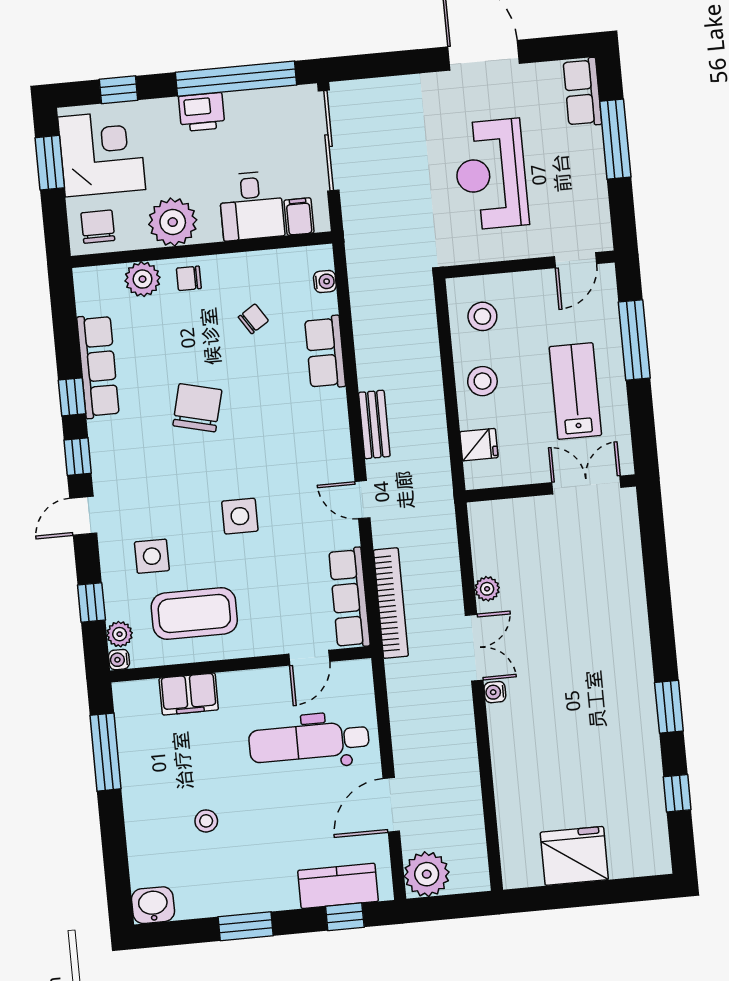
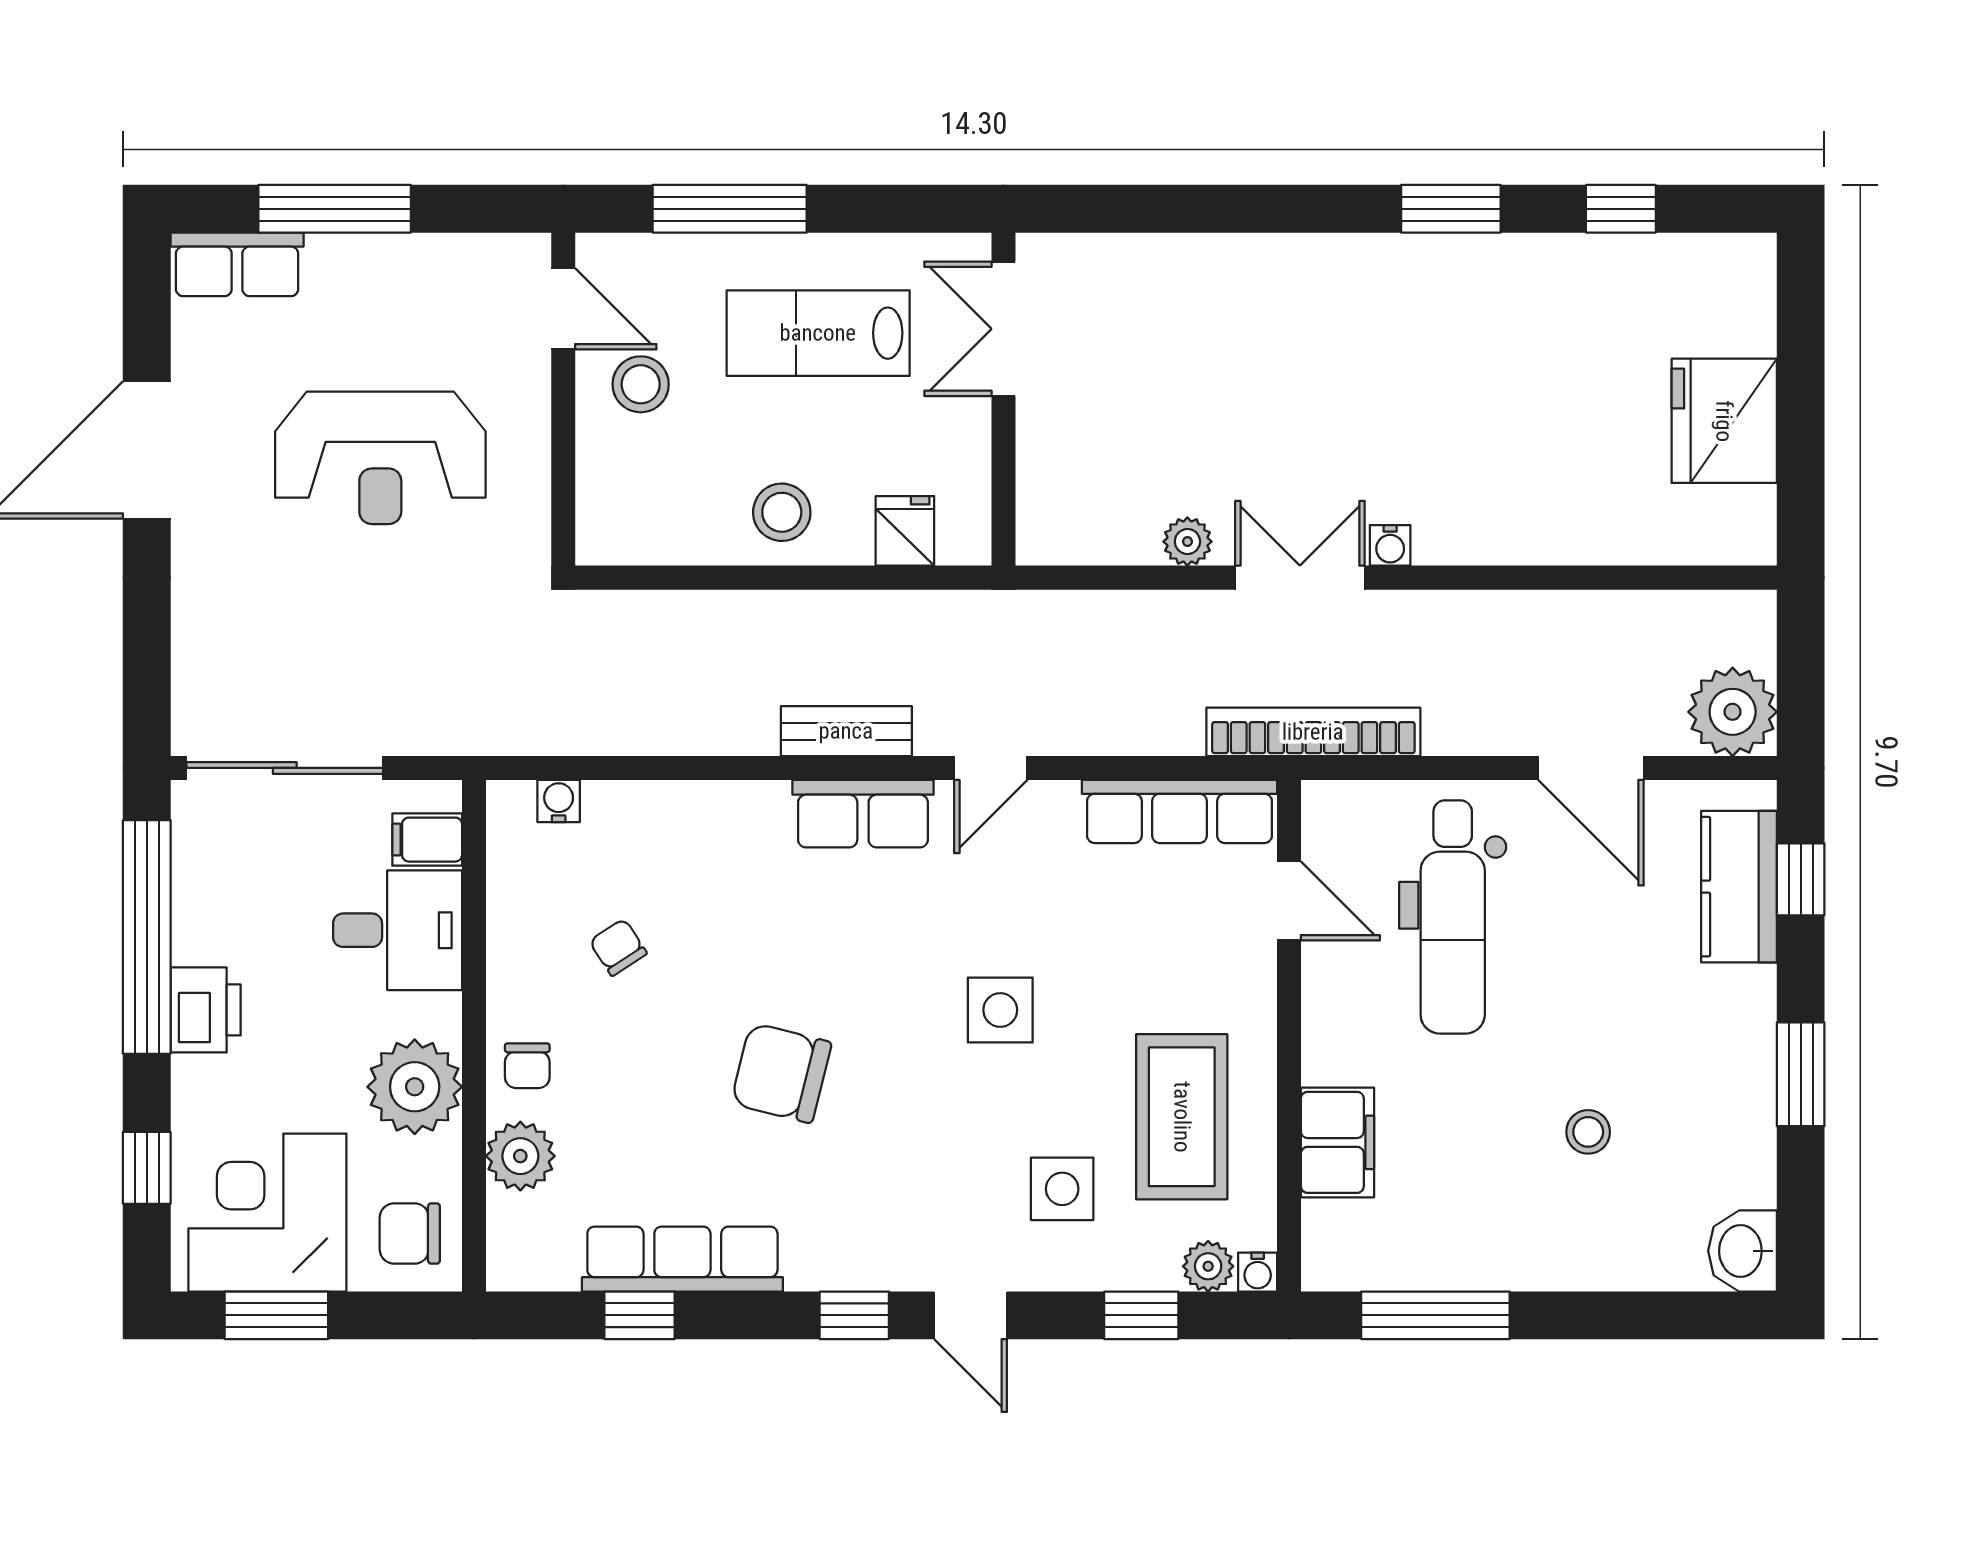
stool: (482, 316) -> (641, 384), moved
row of seats: (325, 352) -> (863, 814), moved
window: (72, 397) -> (639, 1315), moved
bookcase: (391, 603) -> (1313, 732), moved

